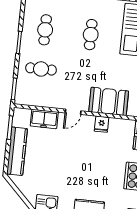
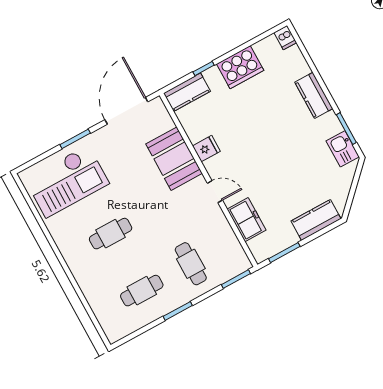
kitchen counter: (17, 151) -> (316, 220), width x0.67

